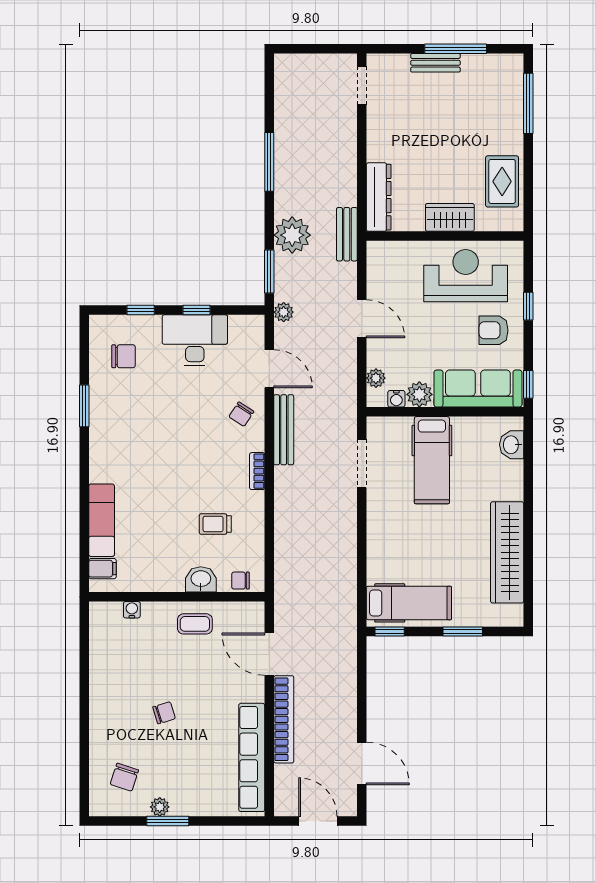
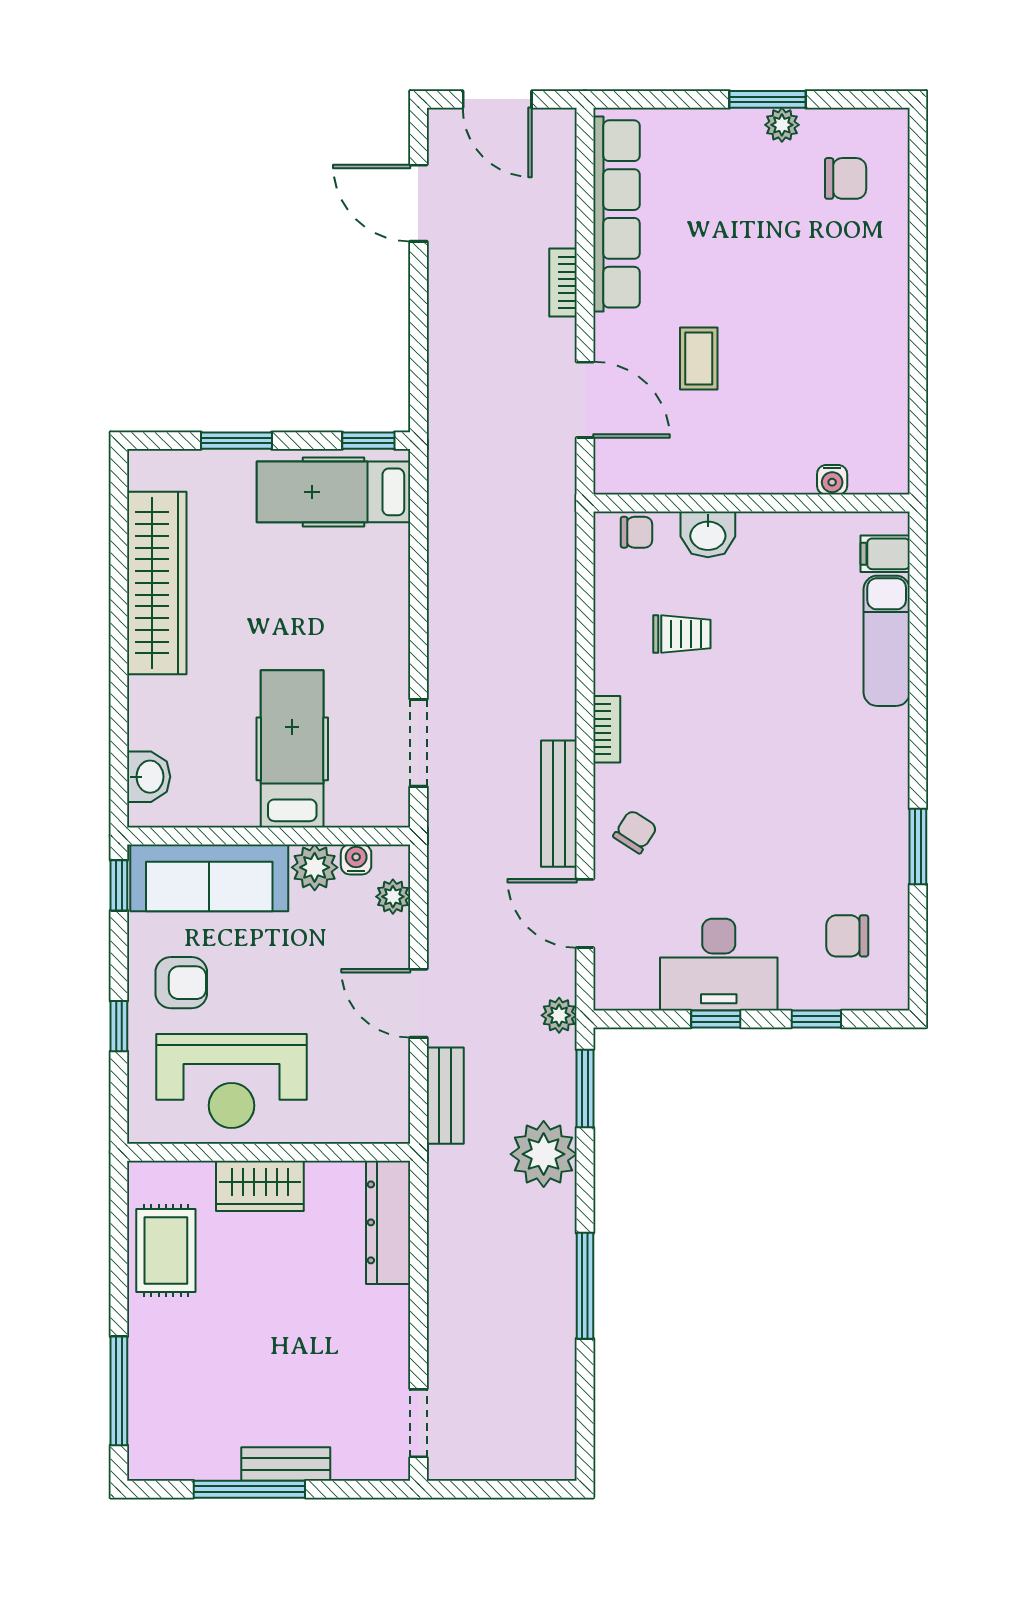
bench: (347, 234) -> (445, 1096), moved
coffee table: (195, 624) -> (699, 359), moved, turned 90
chair: (164, 713) -> (774, 294), removed
bookcase: (284, 719) -> (563, 283), width x0.43, depth x0.76
chair: (124, 777) -> (846, 178), turned 72

